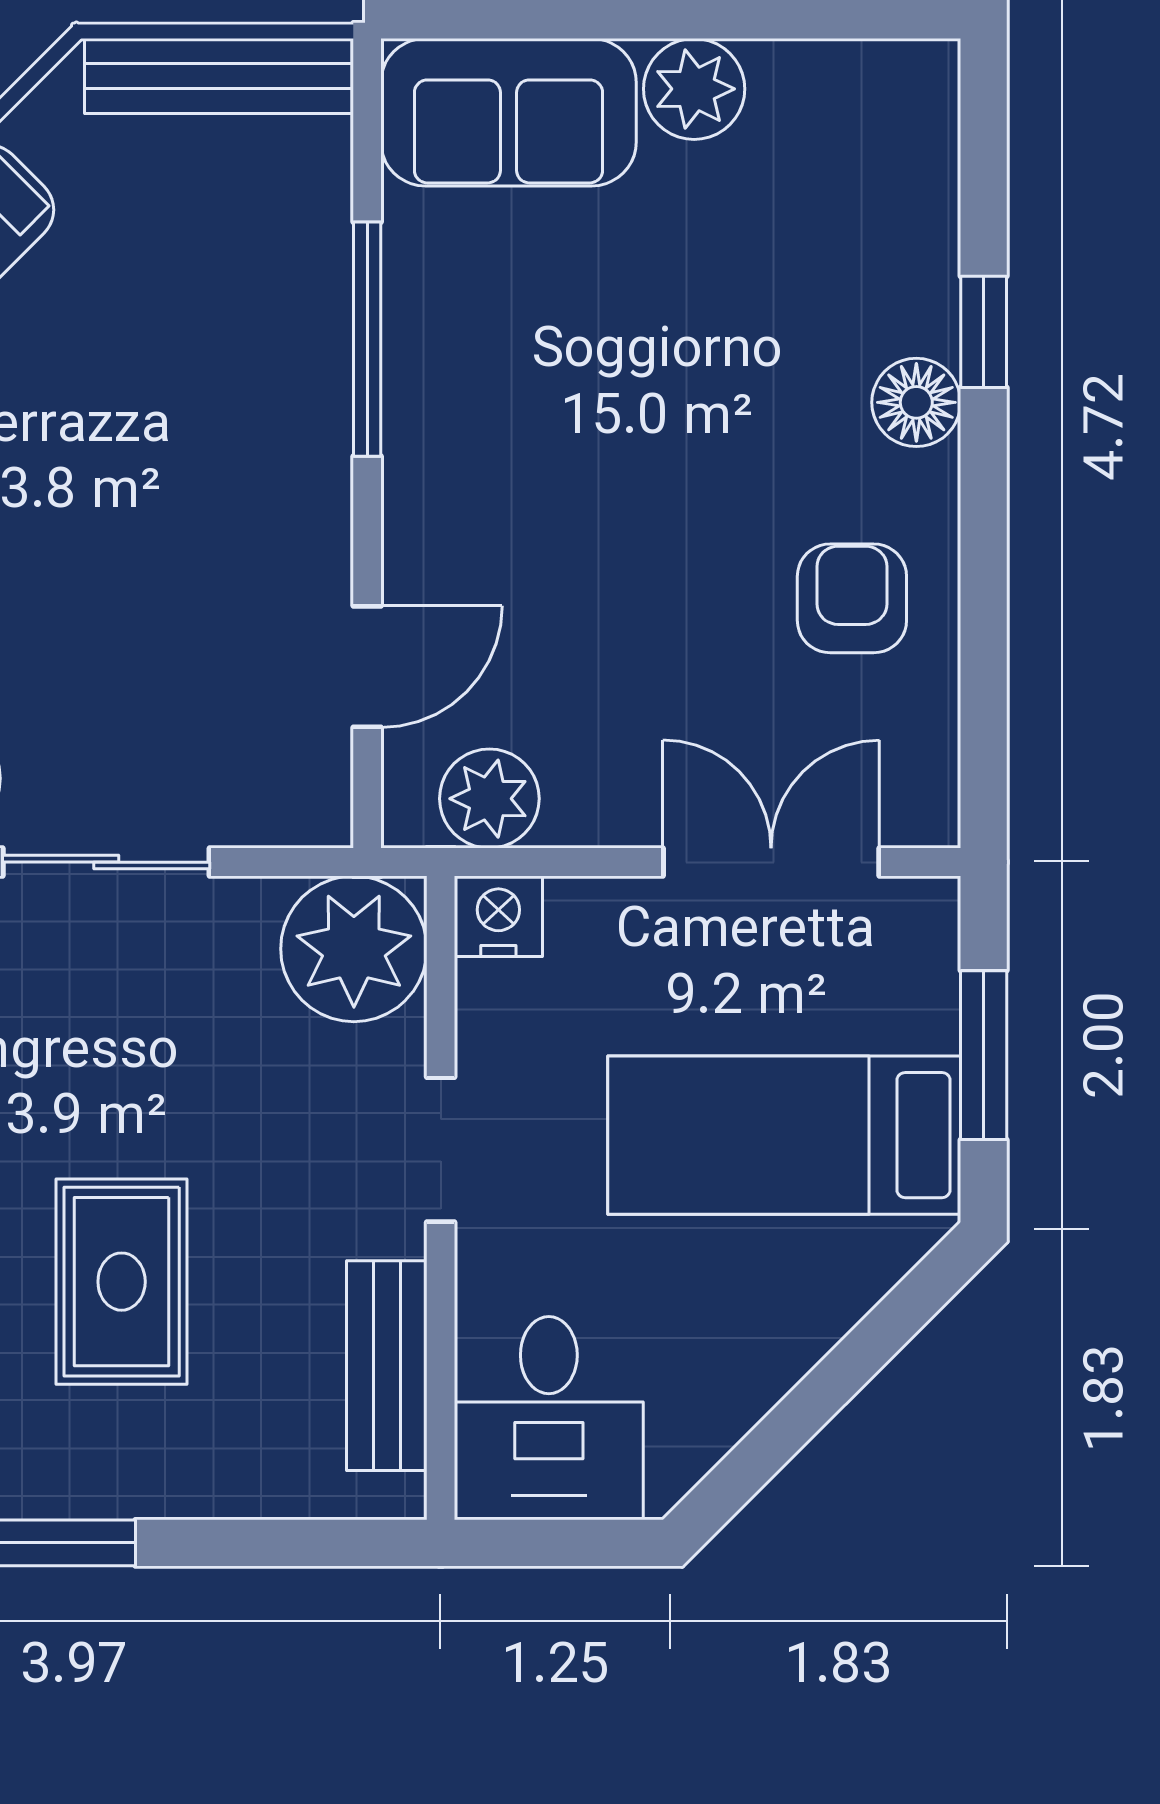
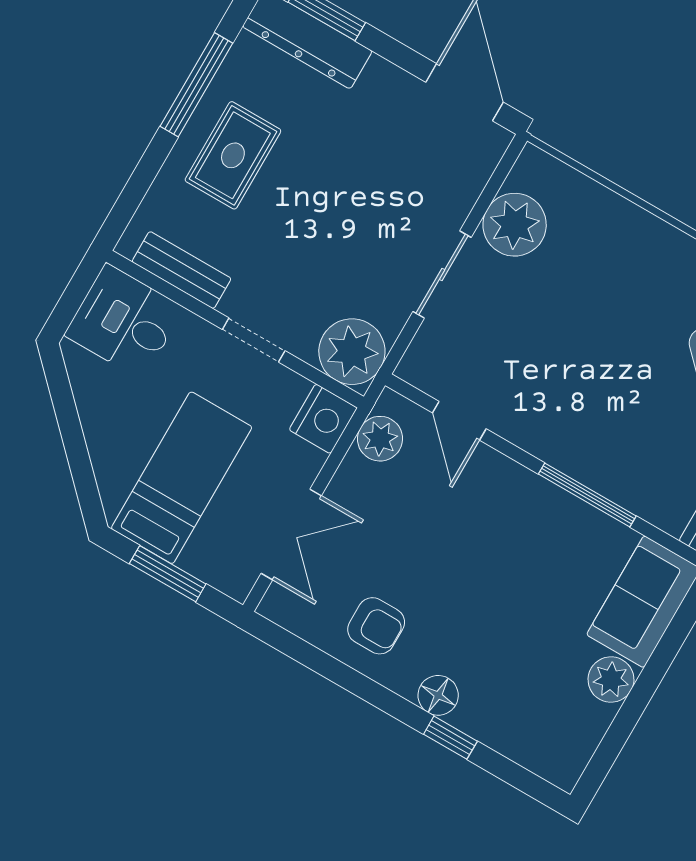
nightstand: (498, 916) -> (323, 419), width x1.36, depth x1.33
rug: (122, 1282) -> (233, 155), moved, turned 90

